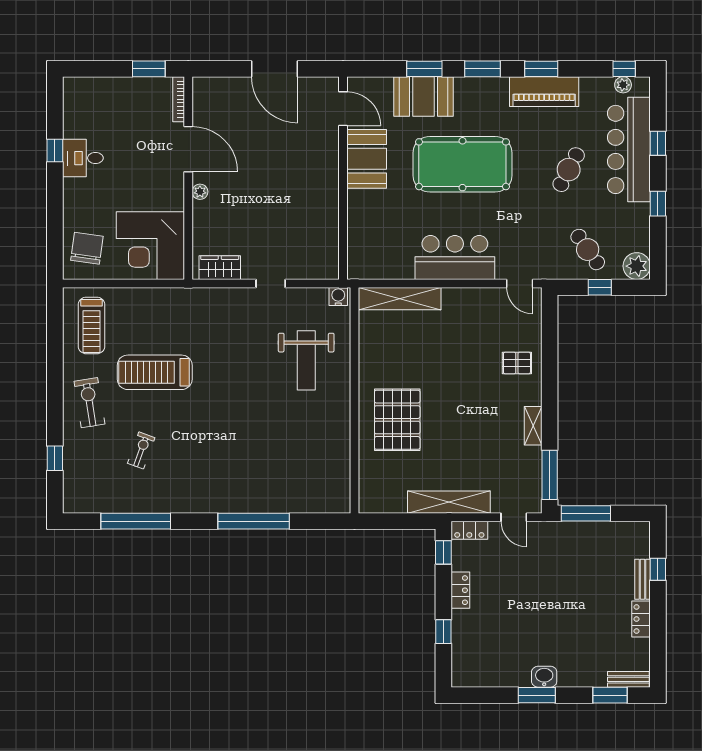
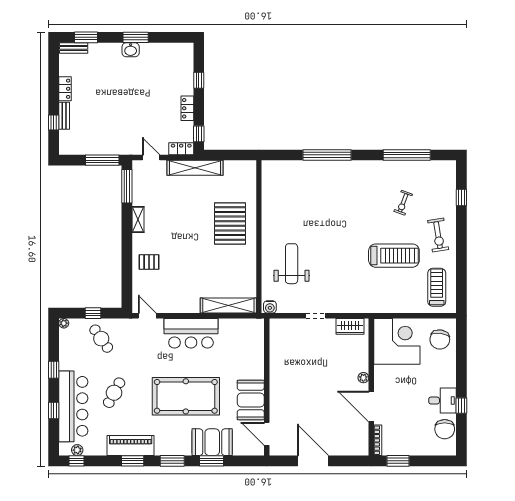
chair: (80, 116) -> (445, 429), added
plant: (637, 266) -> (64, 323), width x0.53, depth x0.53

